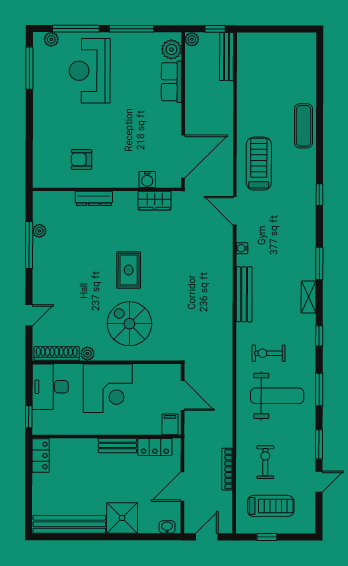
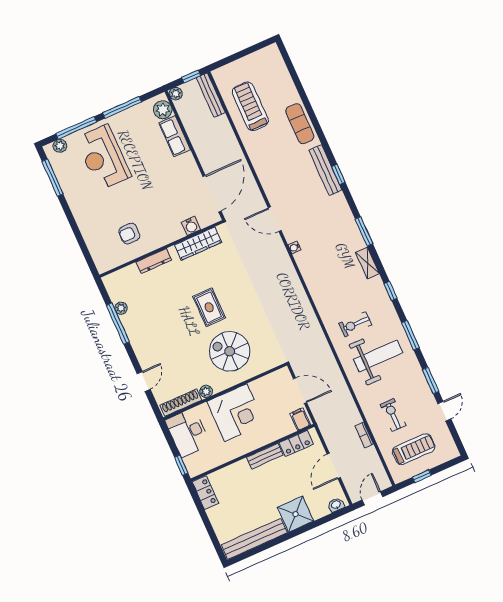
treadmill: (259, 164) -> (250, 106), moved
wardrobe: (155, 201) -> (198, 244), width x1.50
bench: (244, 294) -> (325, 170), moved
bookcase: (227, 469) -> (364, 435), width x0.64

